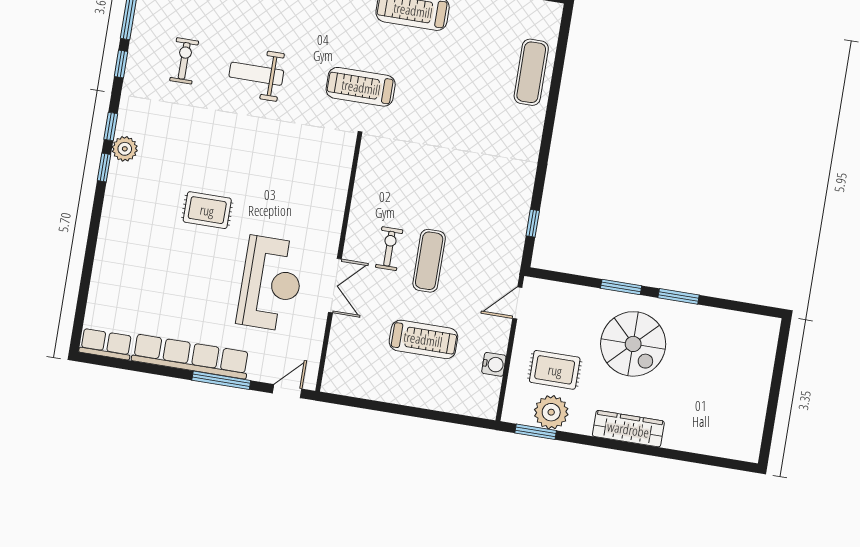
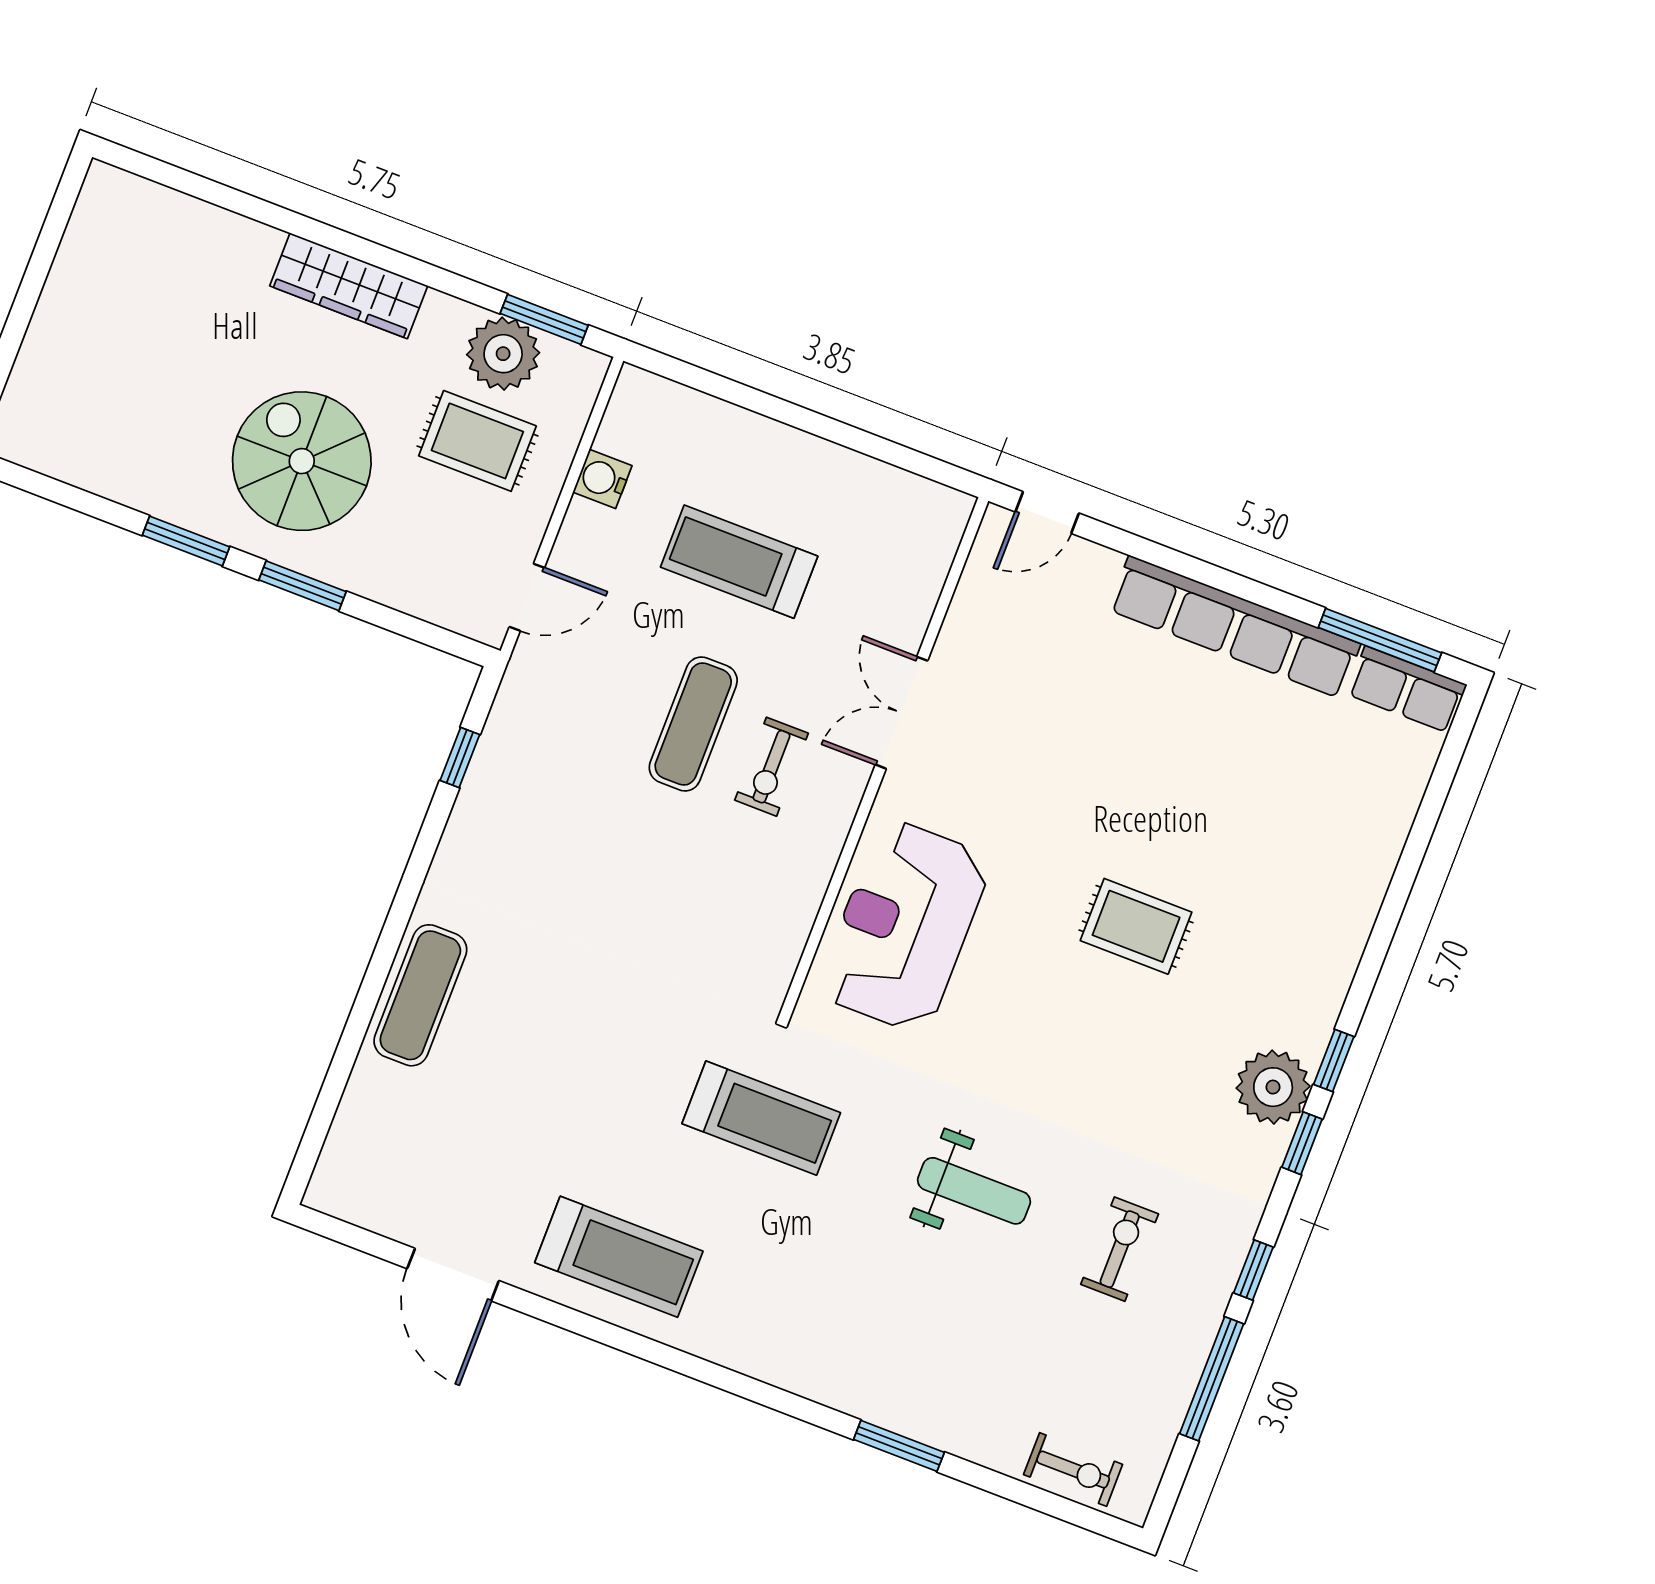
exercise bike: (184, 61) -> (1120, 1249), turned 180
exercise mat: (531, 72) -> (420, 995), moved
plant: (125, 149) -> (1273, 1087), width x1.36, depth x1.36
reception desk: (271, 284) -> (904, 926), moved
window: (221, 380) -> (1380, 640), moved

